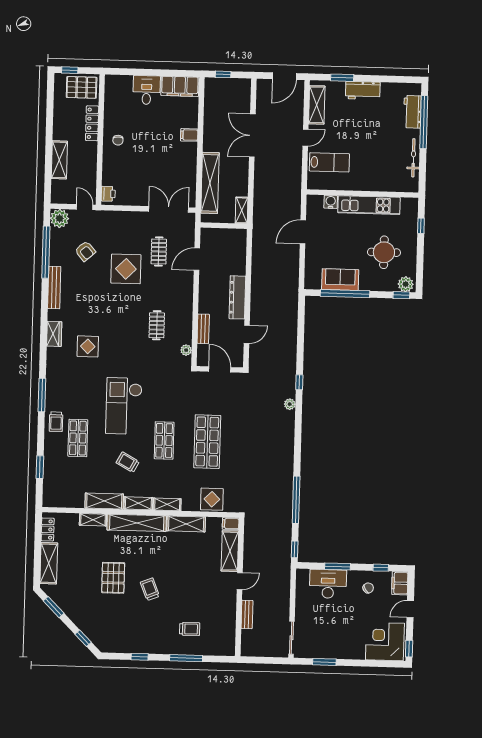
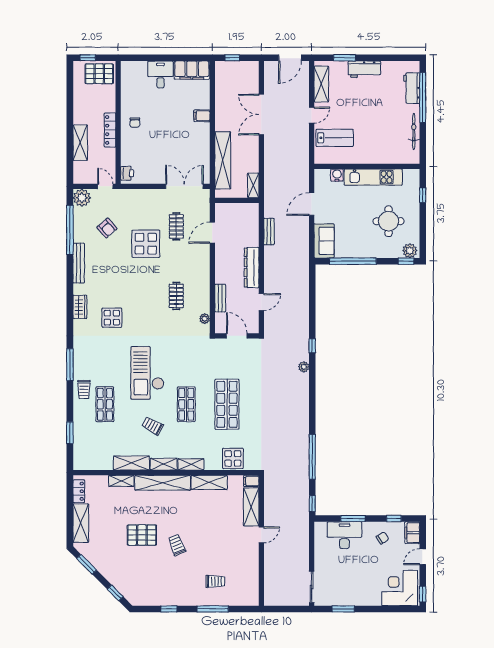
locker: (92, 123) -> (110, 130), moved
sofa: (340, 280) -> (324, 241), moved, turned 90
pallet: (113, 578) -> (142, 535), turned 90
bench: (247, 614) -> (269, 232), moved

